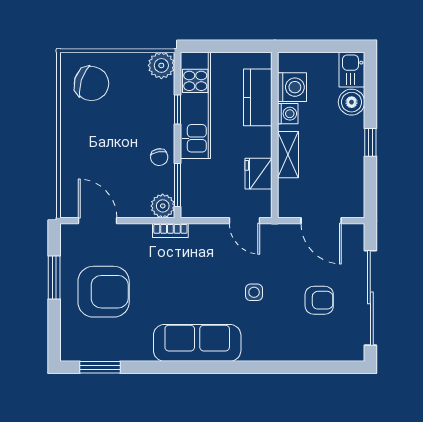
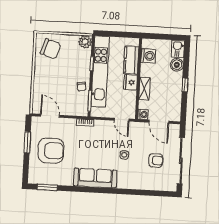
kitchen unit: (195, 105) -> (100, 72), width x1.36
washing machine: (288, 114) -> (143, 114), moved
fridge: (259, 174) -> (130, 82), moved
plant: (163, 206) -> (82, 110), removed

